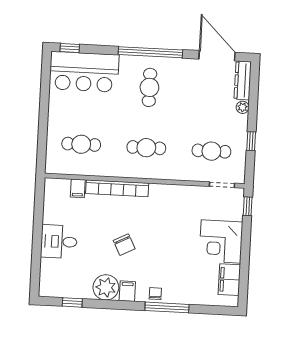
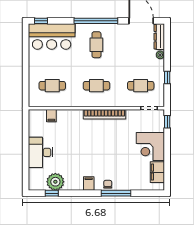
bookcase: (117, 188) -> (104, 114), moved
desk: (59, 242) -> (40, 152), width x1.37
chair: (124, 245) -> (85, 152), removed
plant: (106, 287) -> (55, 182), moved

